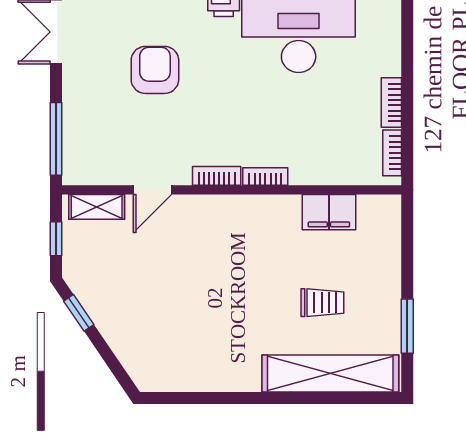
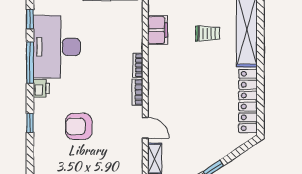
trolley: (322, 303) -> (208, 34), turned 90
locker: (201, 375) -> (248, 101), added

